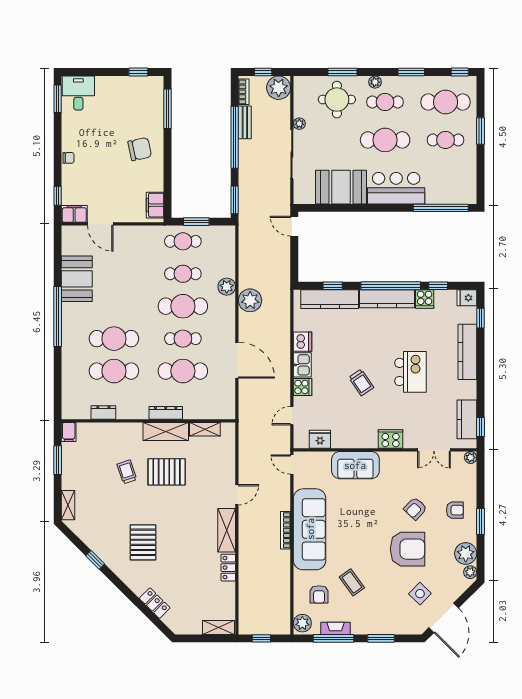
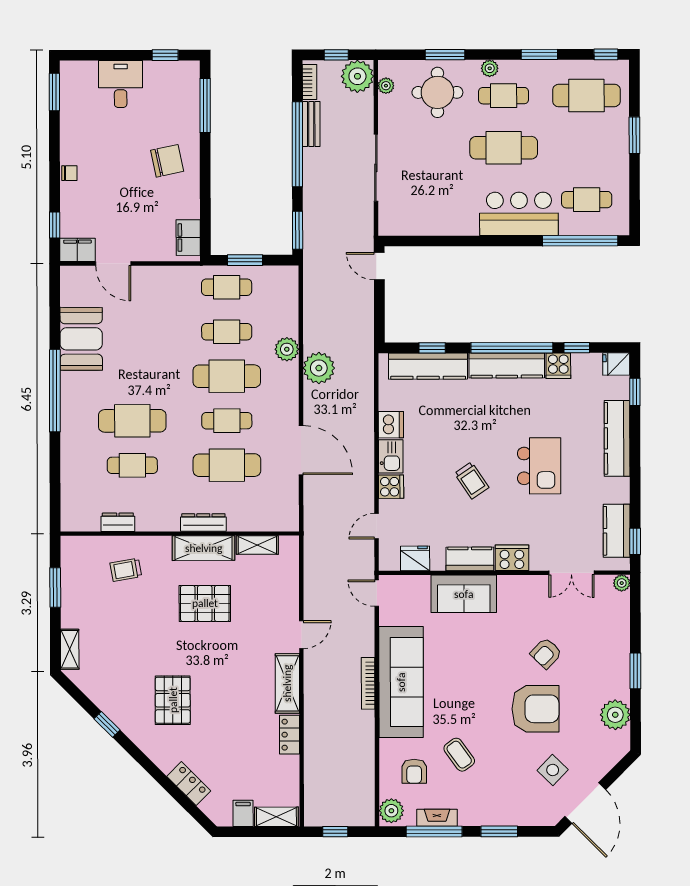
desk: (78, 93) -> (121, 84), moved
plant: (299, 124) -> (386, 86), moved
cafe table: (446, 140) -> (587, 200), moved
booth: (341, 187) -> (443, 213), removed
cafe table: (114, 371) -> (132, 465), width x0.73, depth x0.74
filing cabinet: (69, 432) -> (243, 813), moved, turned 180
kitchen counter: (360, 440) -> (470, 559), added
trolley: (127, 472) -> (126, 570), moved, turned -82
armchair: (455, 510) -> (600, 655), removed
plant: (470, 572) -> (621, 740), removed

